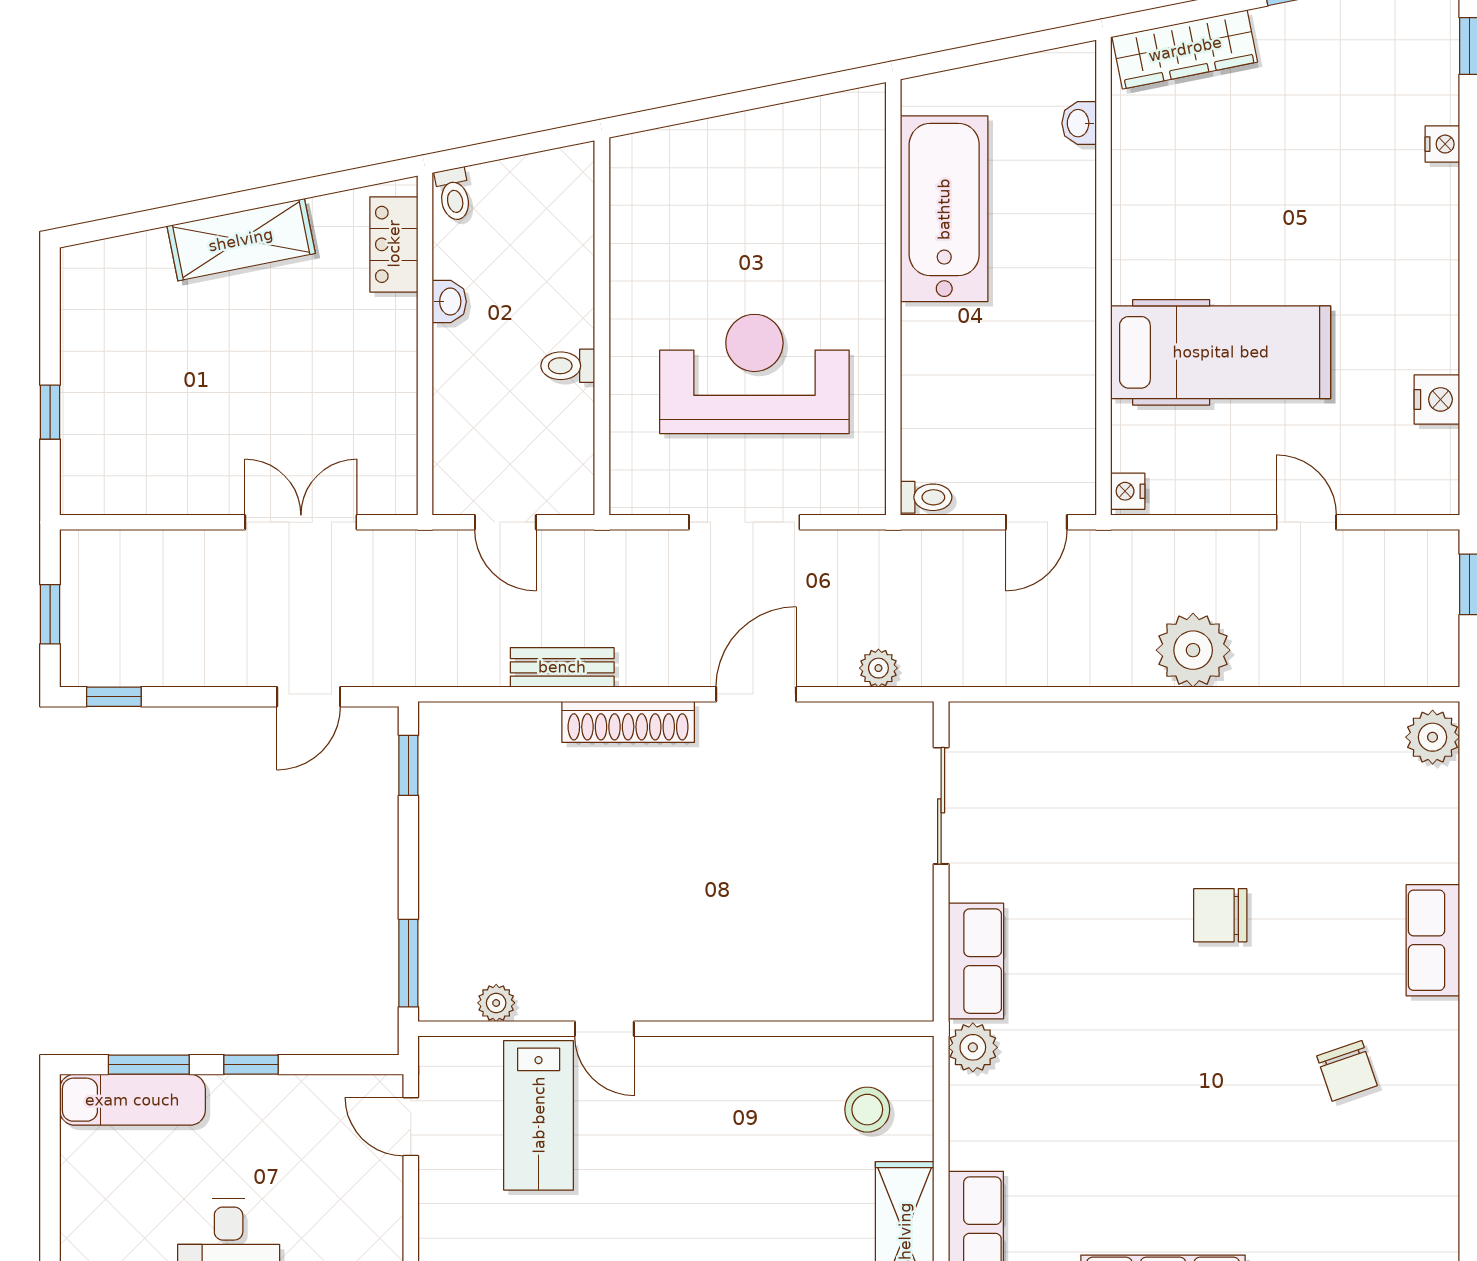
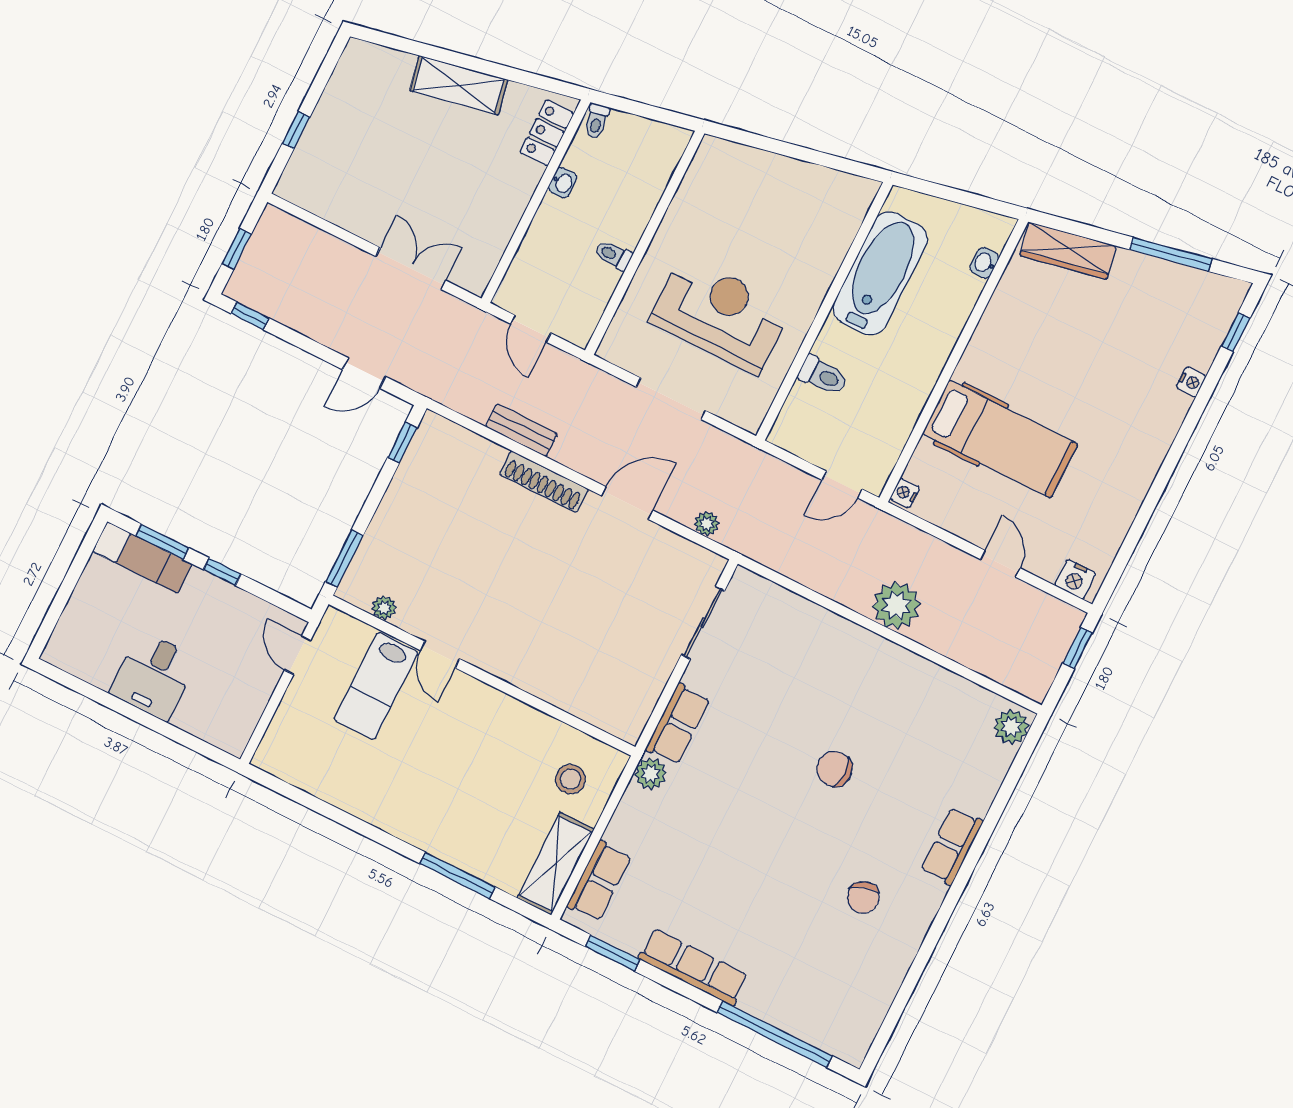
nightstand: (1437, 399) -> (1075, 579), moved, turned 90
toilet: (926, 497) -> (823, 376), moved, width x1.37, depth x1.39

